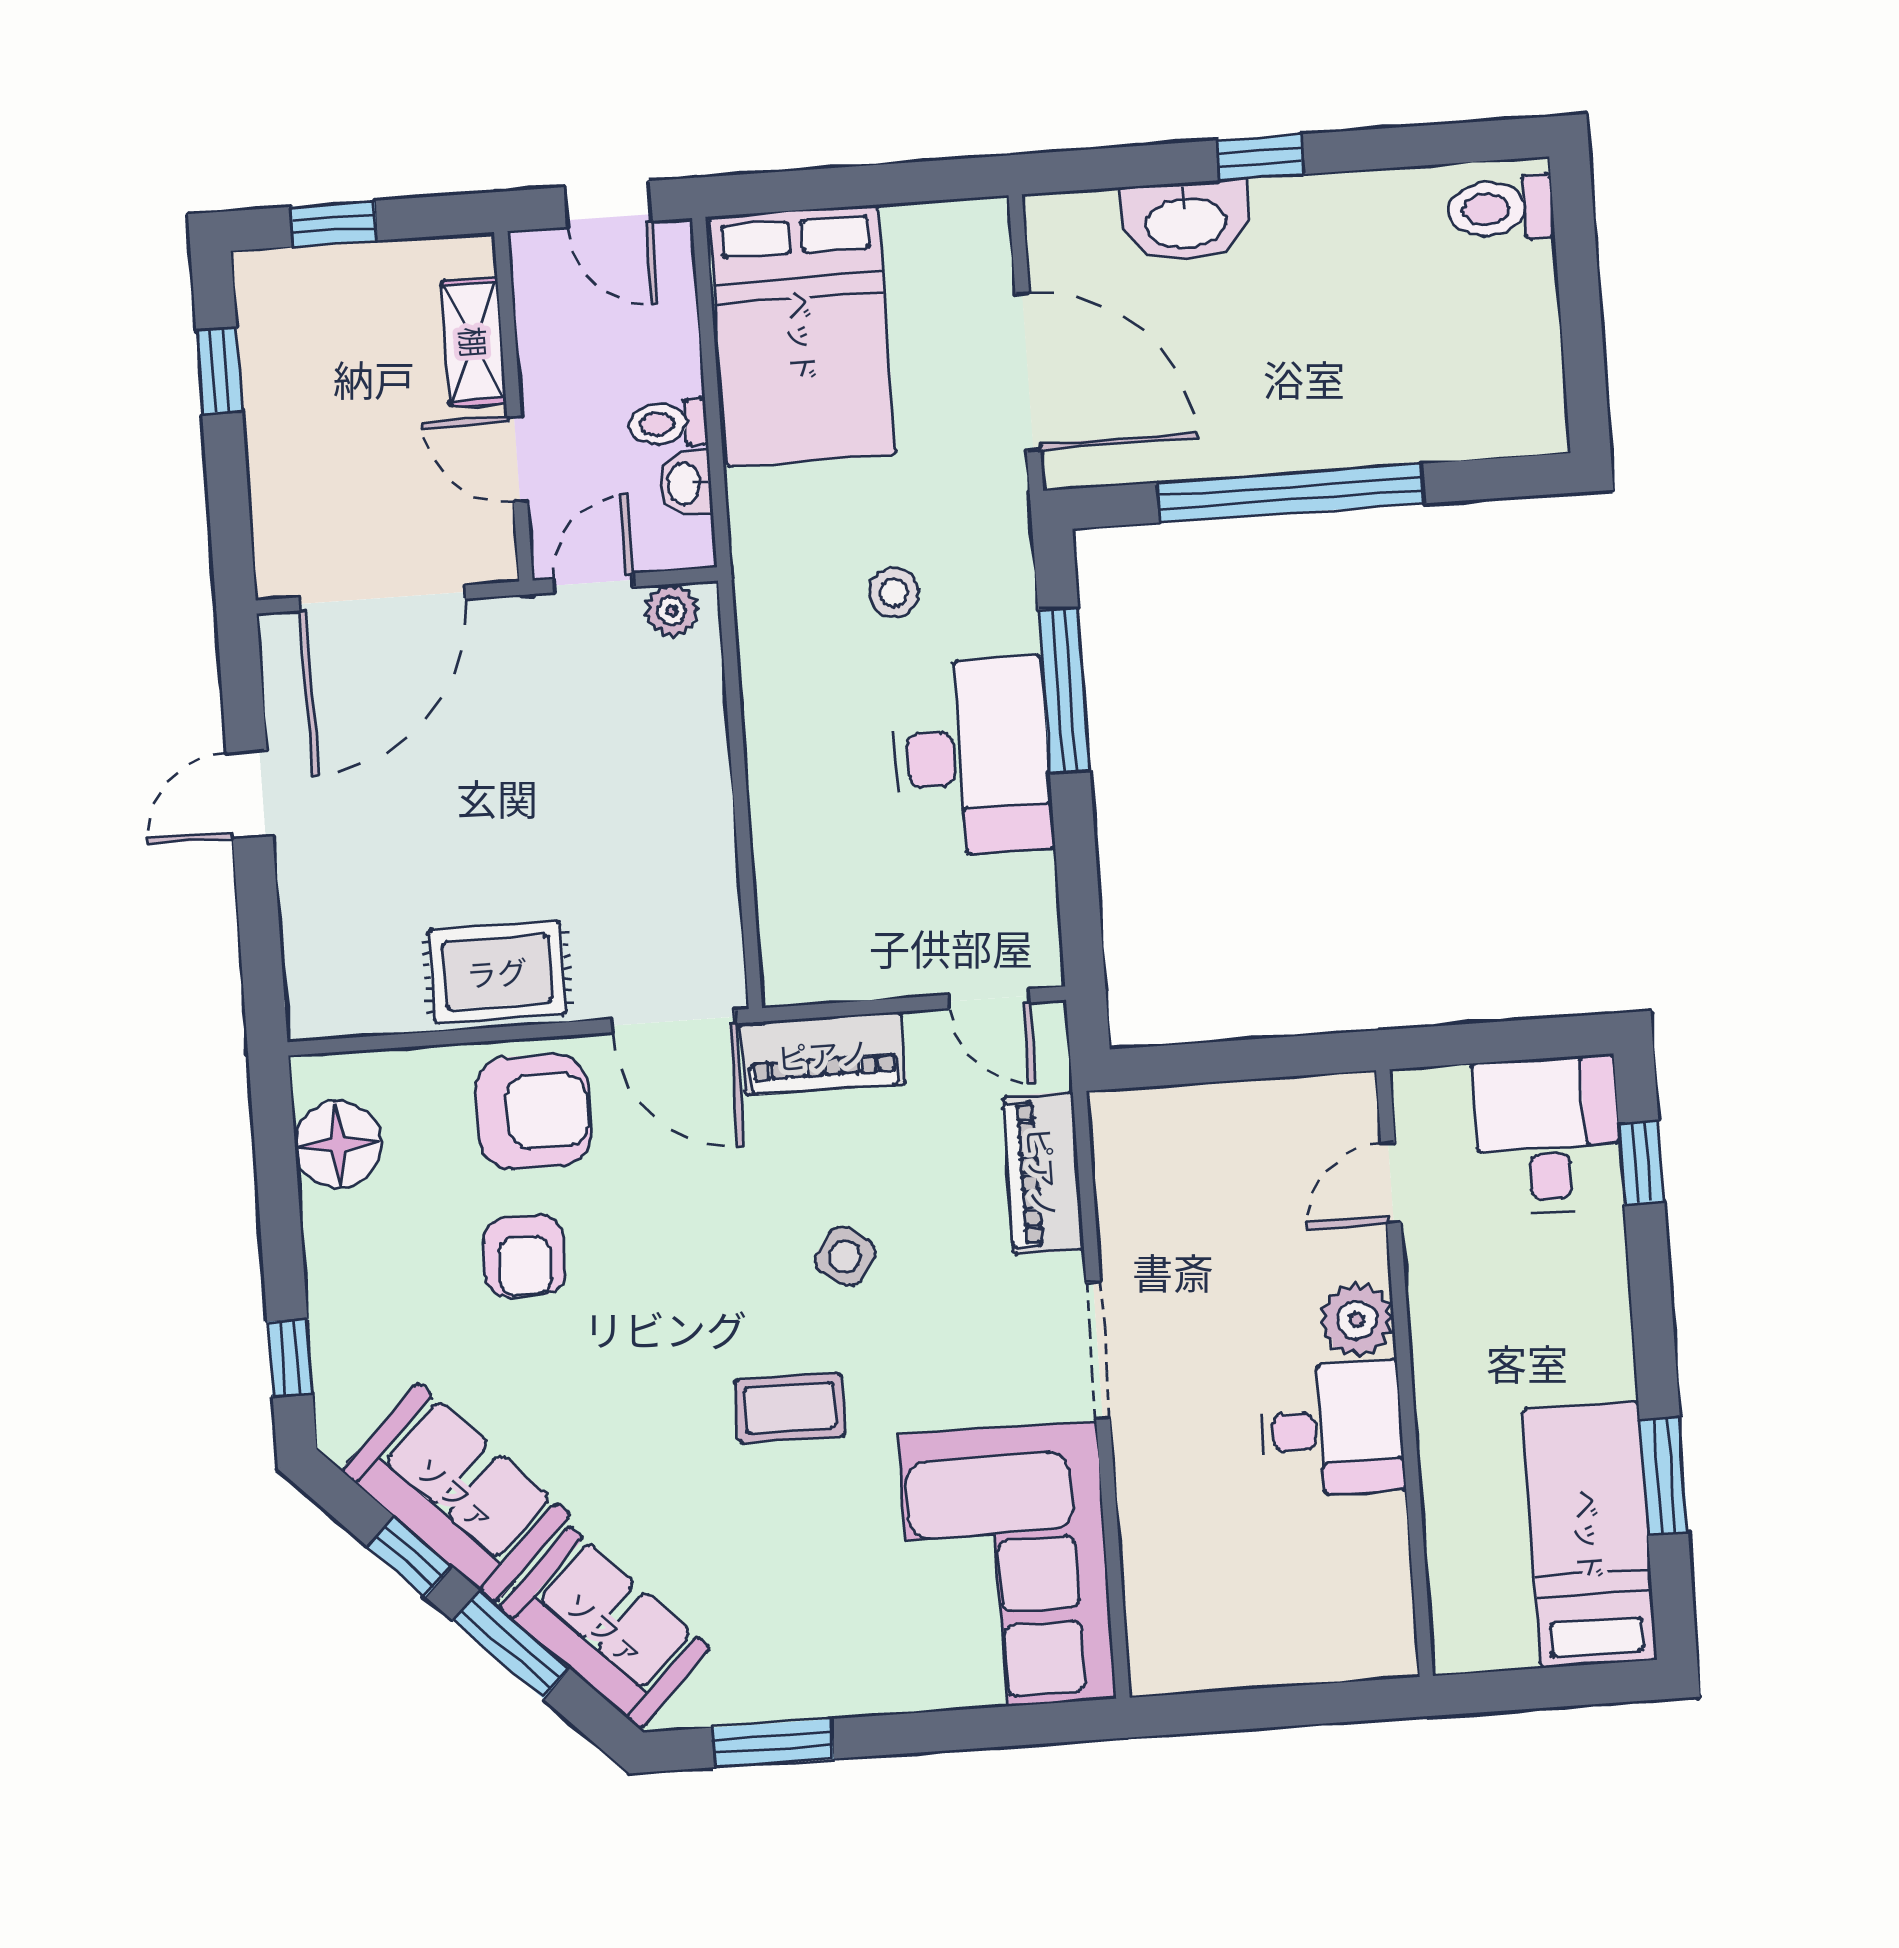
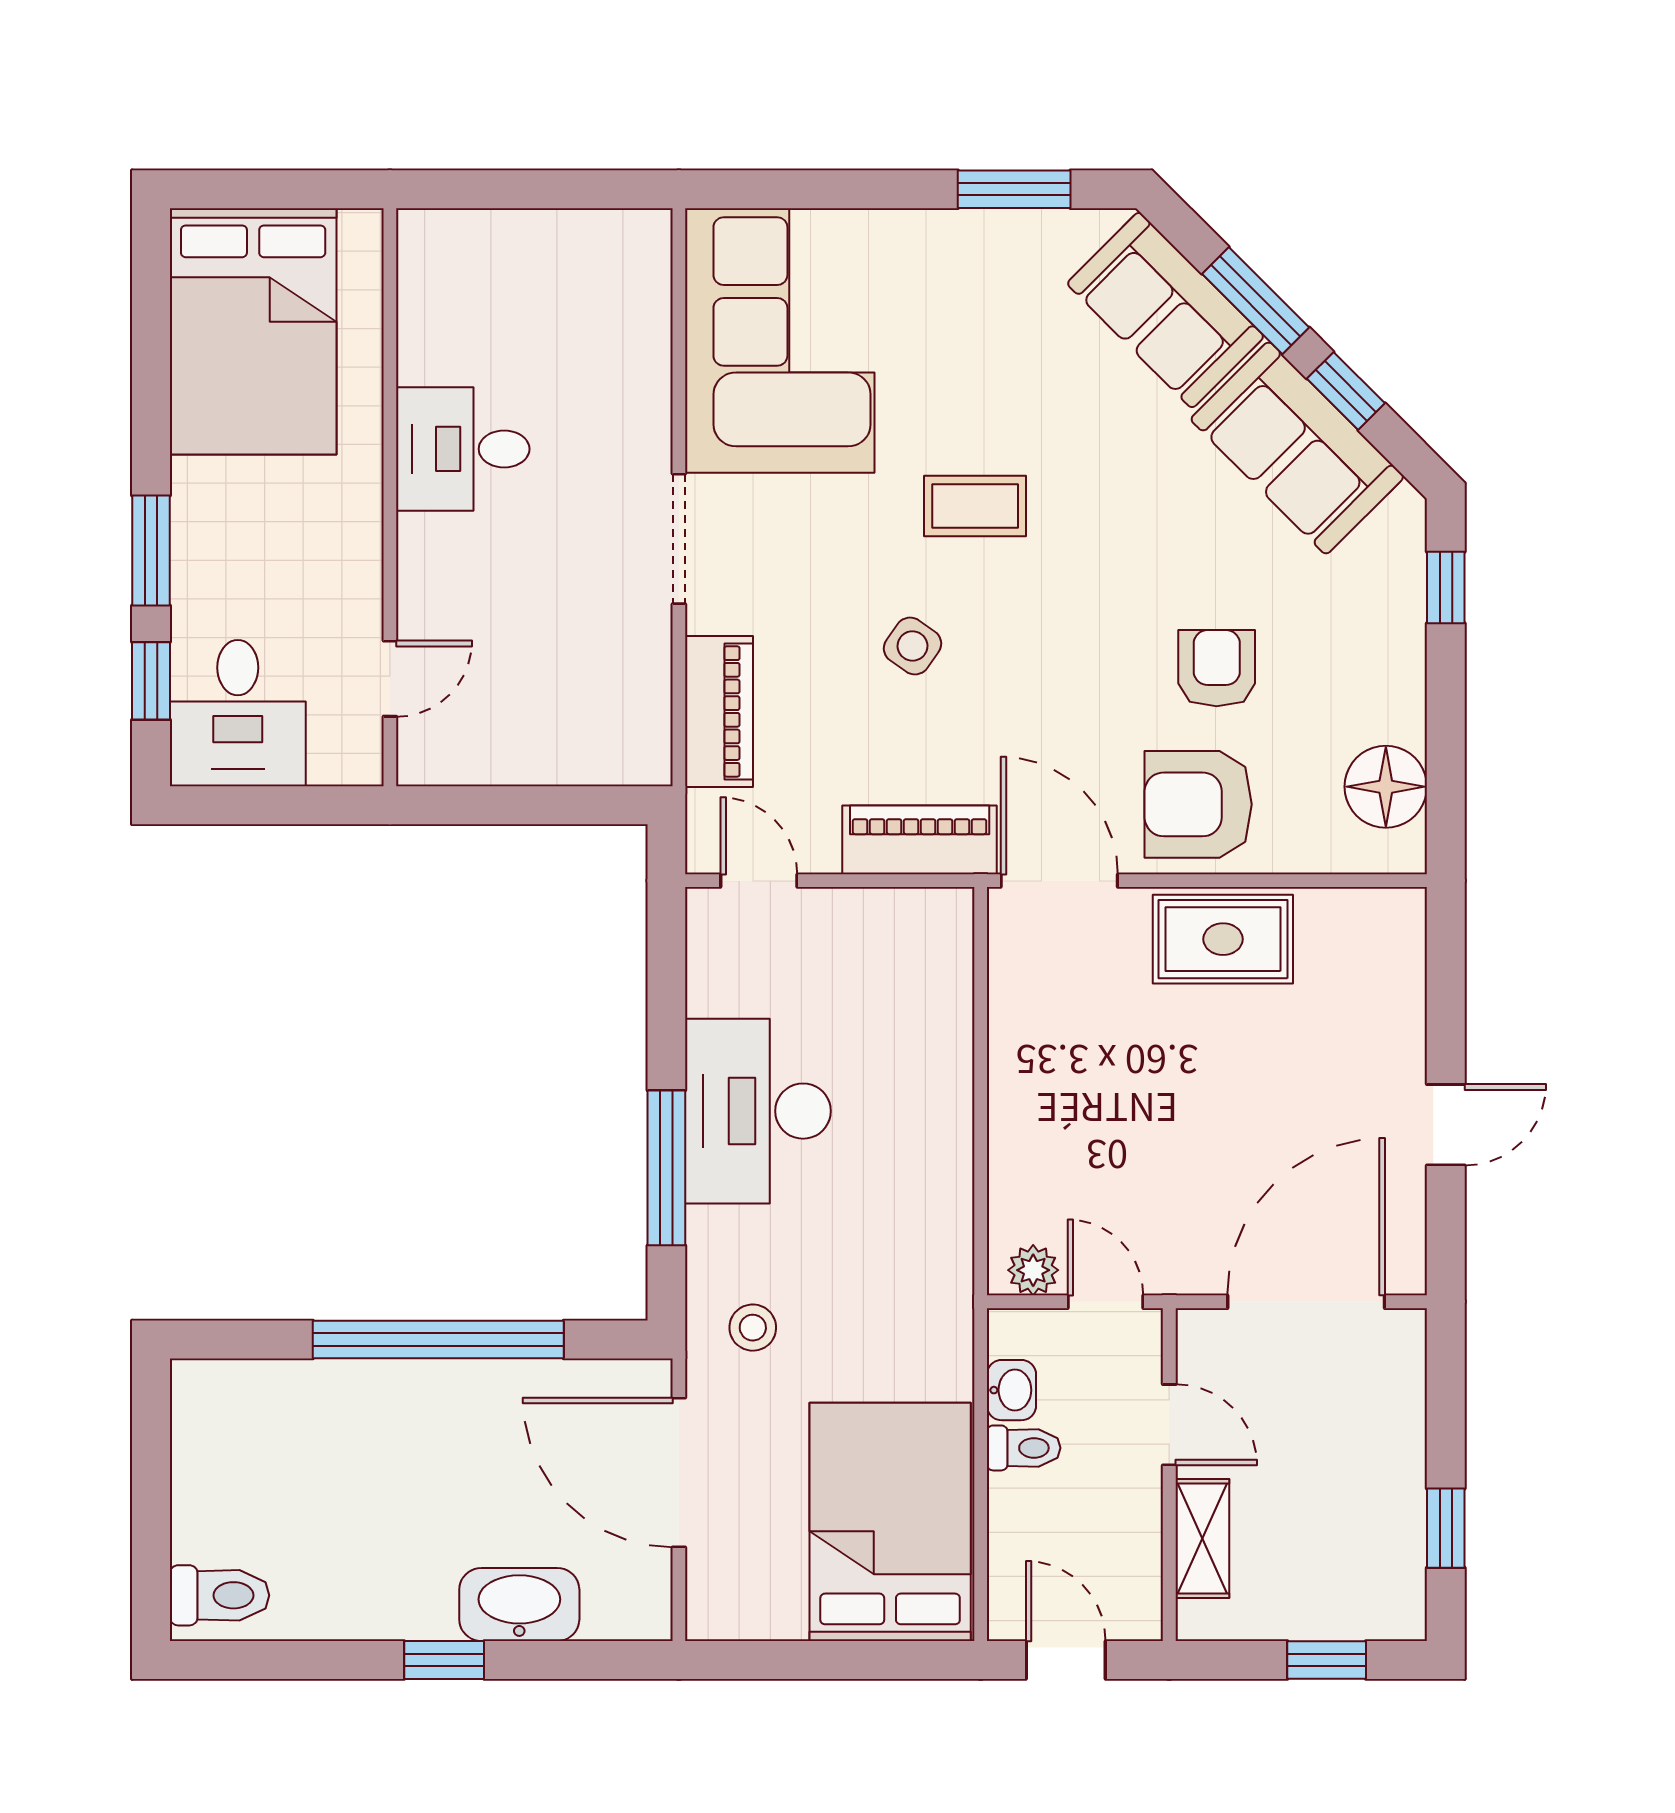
door: (593, 583) -> (1105, 1302), swing flipped
stool: (894, 593) -> (753, 1328), moved
plant: (1357, 1320) -> (431, 551), removed
window: (1664, 1476) -> (151, 551), moved
bed: (1590, 1535) -> (253, 331), width x1.50

